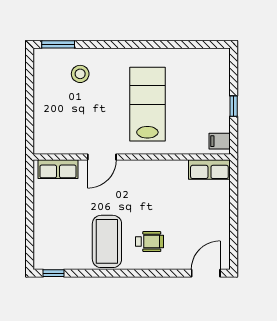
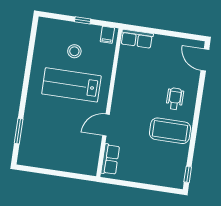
window: (58, 44) -> (19, 131), moved
stool: (80, 74) -> (74, 51), moved
door: (102, 157) -> (106, 125), swing flipped
row of seats: (209, 170) -> (137, 39), moved, turned 90

